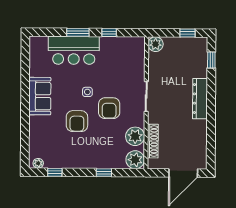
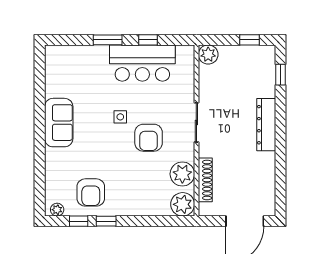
bar counter: (74, 50) -> (142, 63), moved
armchair: (77, 121) -> (91, 192), moved
window: (104, 173) -> (106, 221), moved

